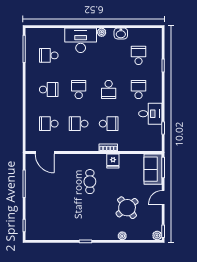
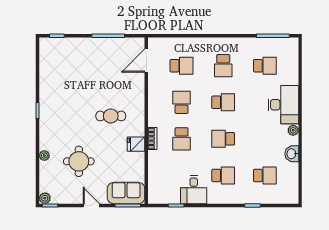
school desk: (49, 55) -> (265, 66), turned 90
school desk: (49, 124) -> (182, 66), turned 90
round table: (127, 208) -> (79, 161), turned 38

